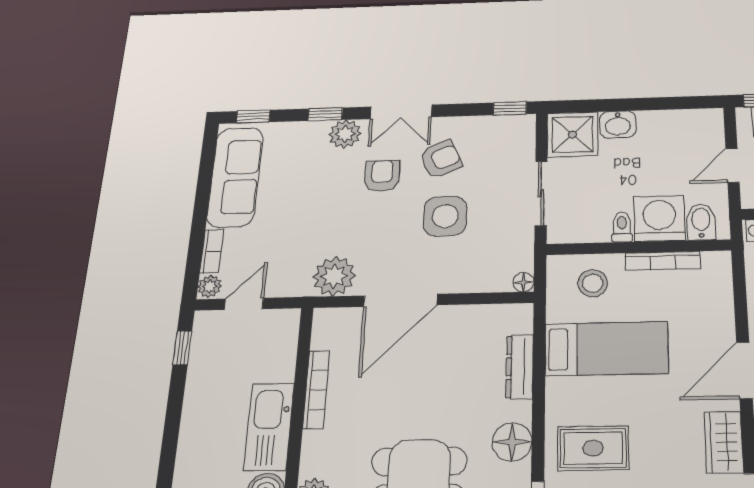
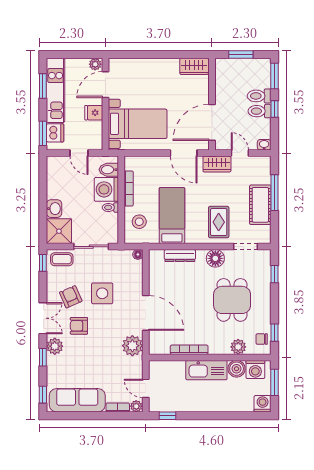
coffee table: (516, 141) -> (62, 259), added

